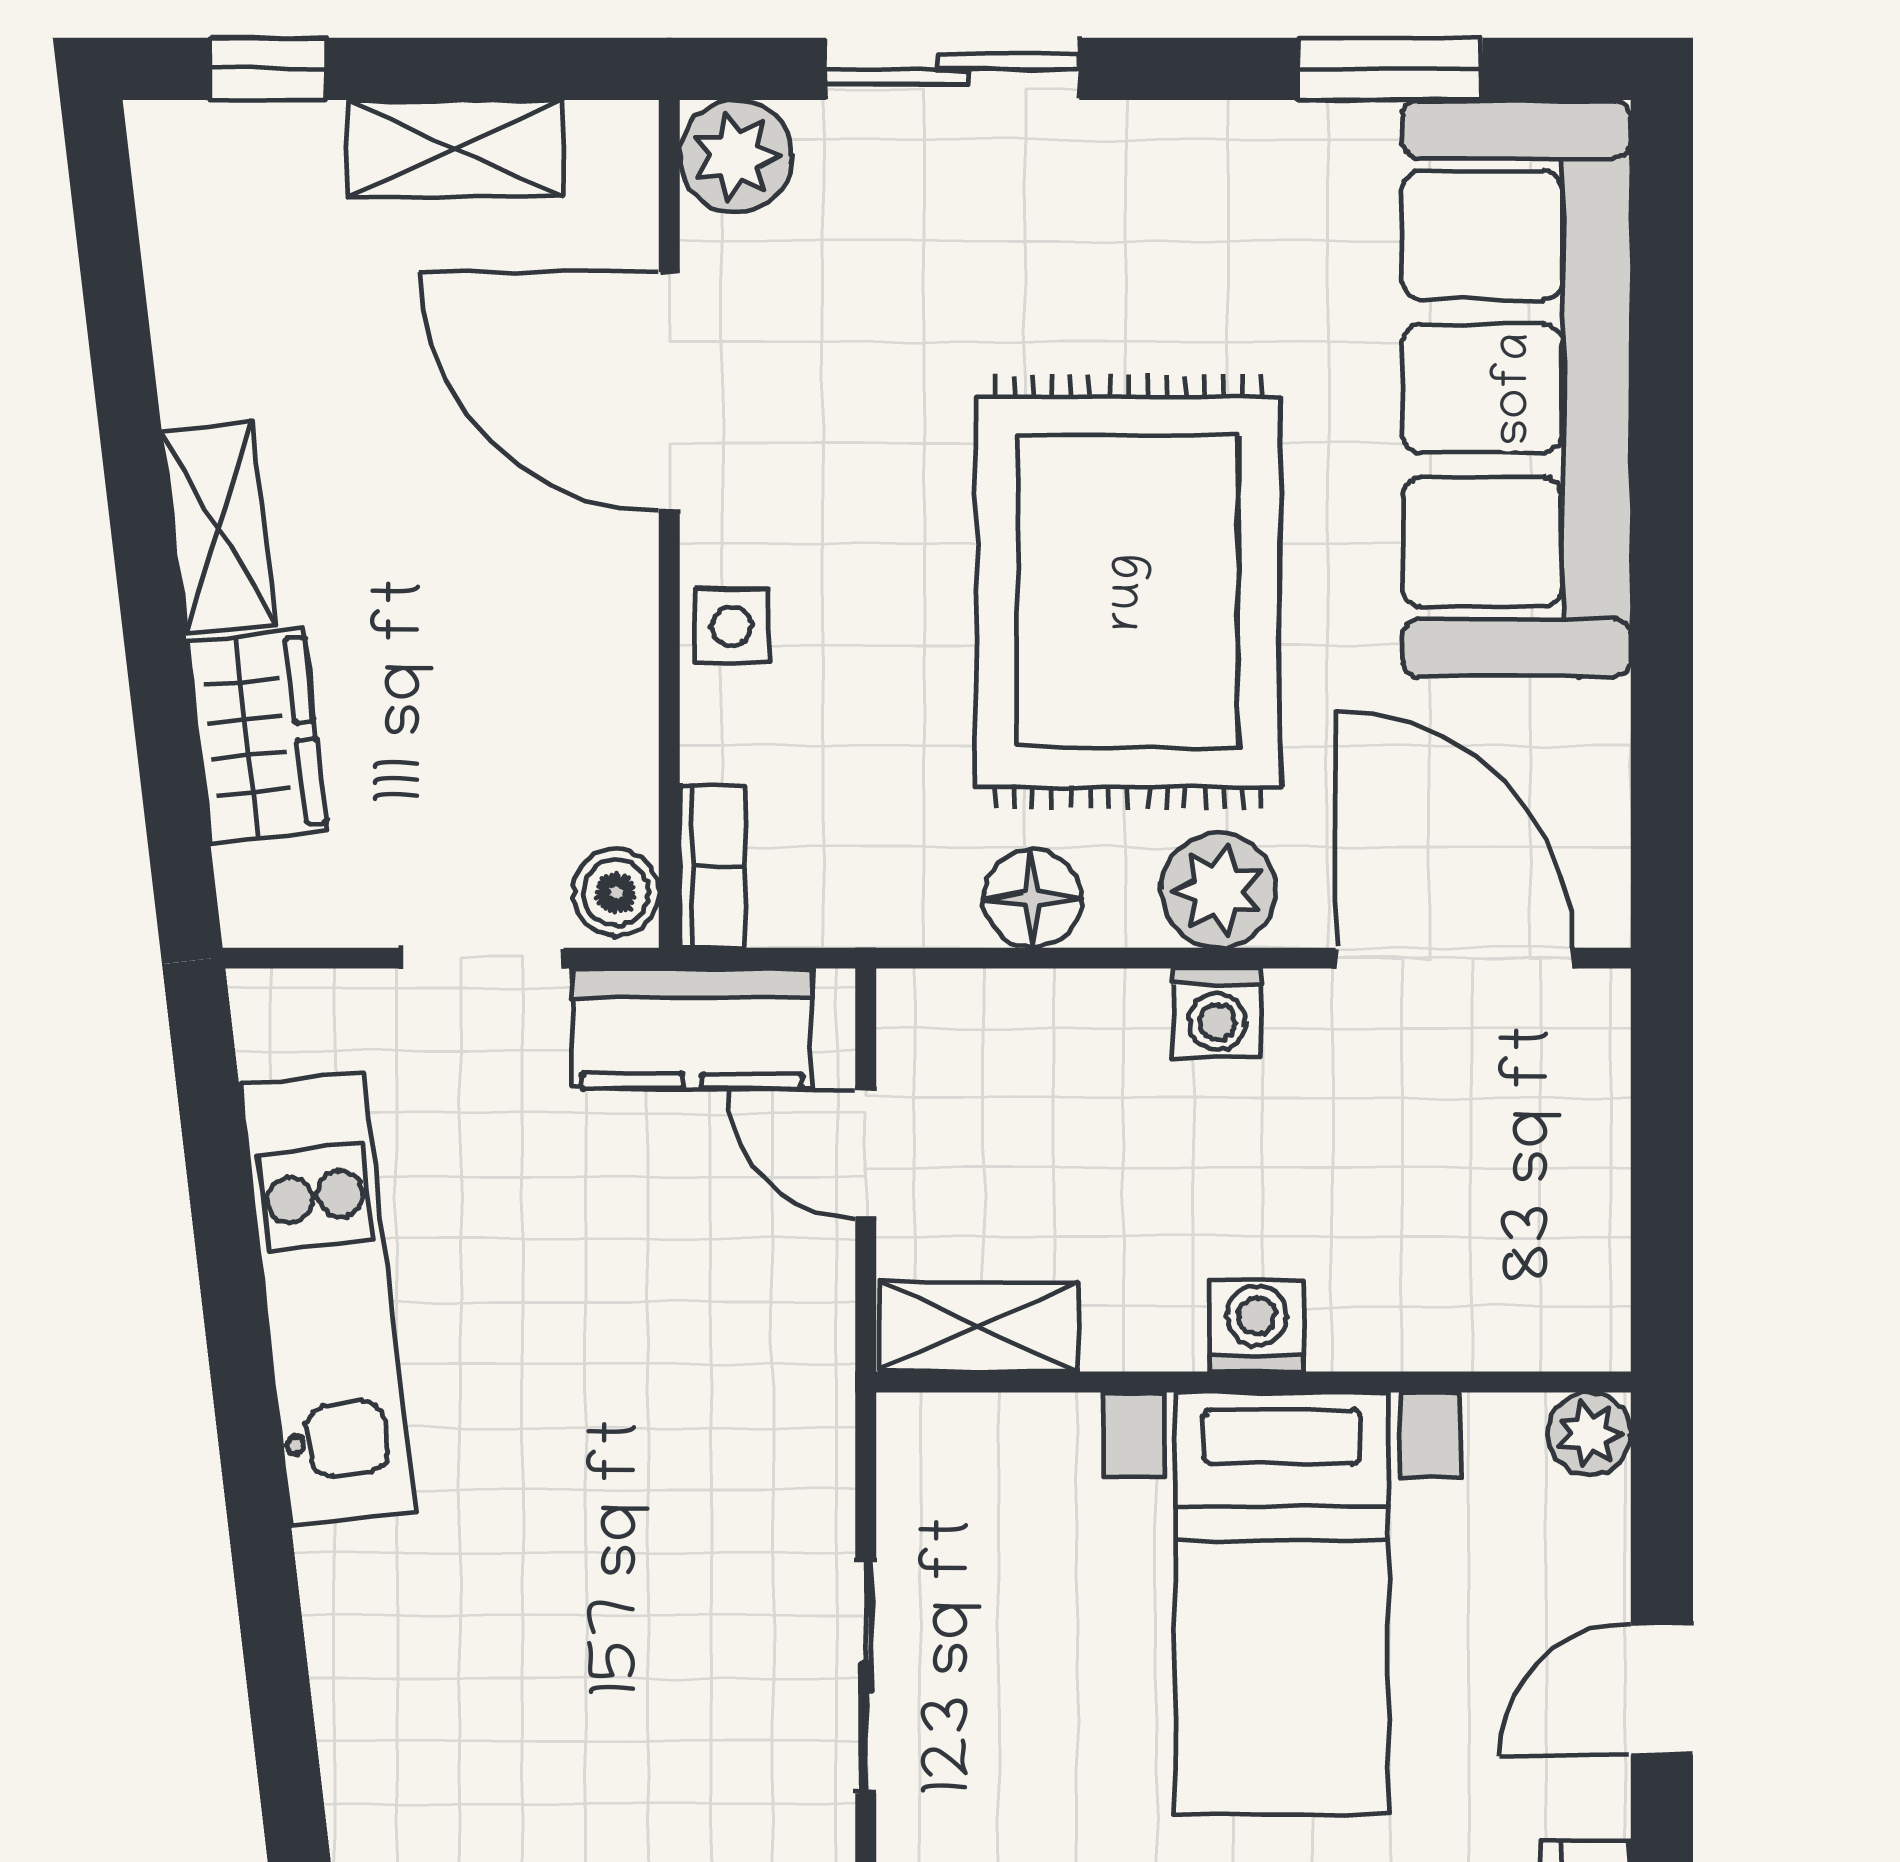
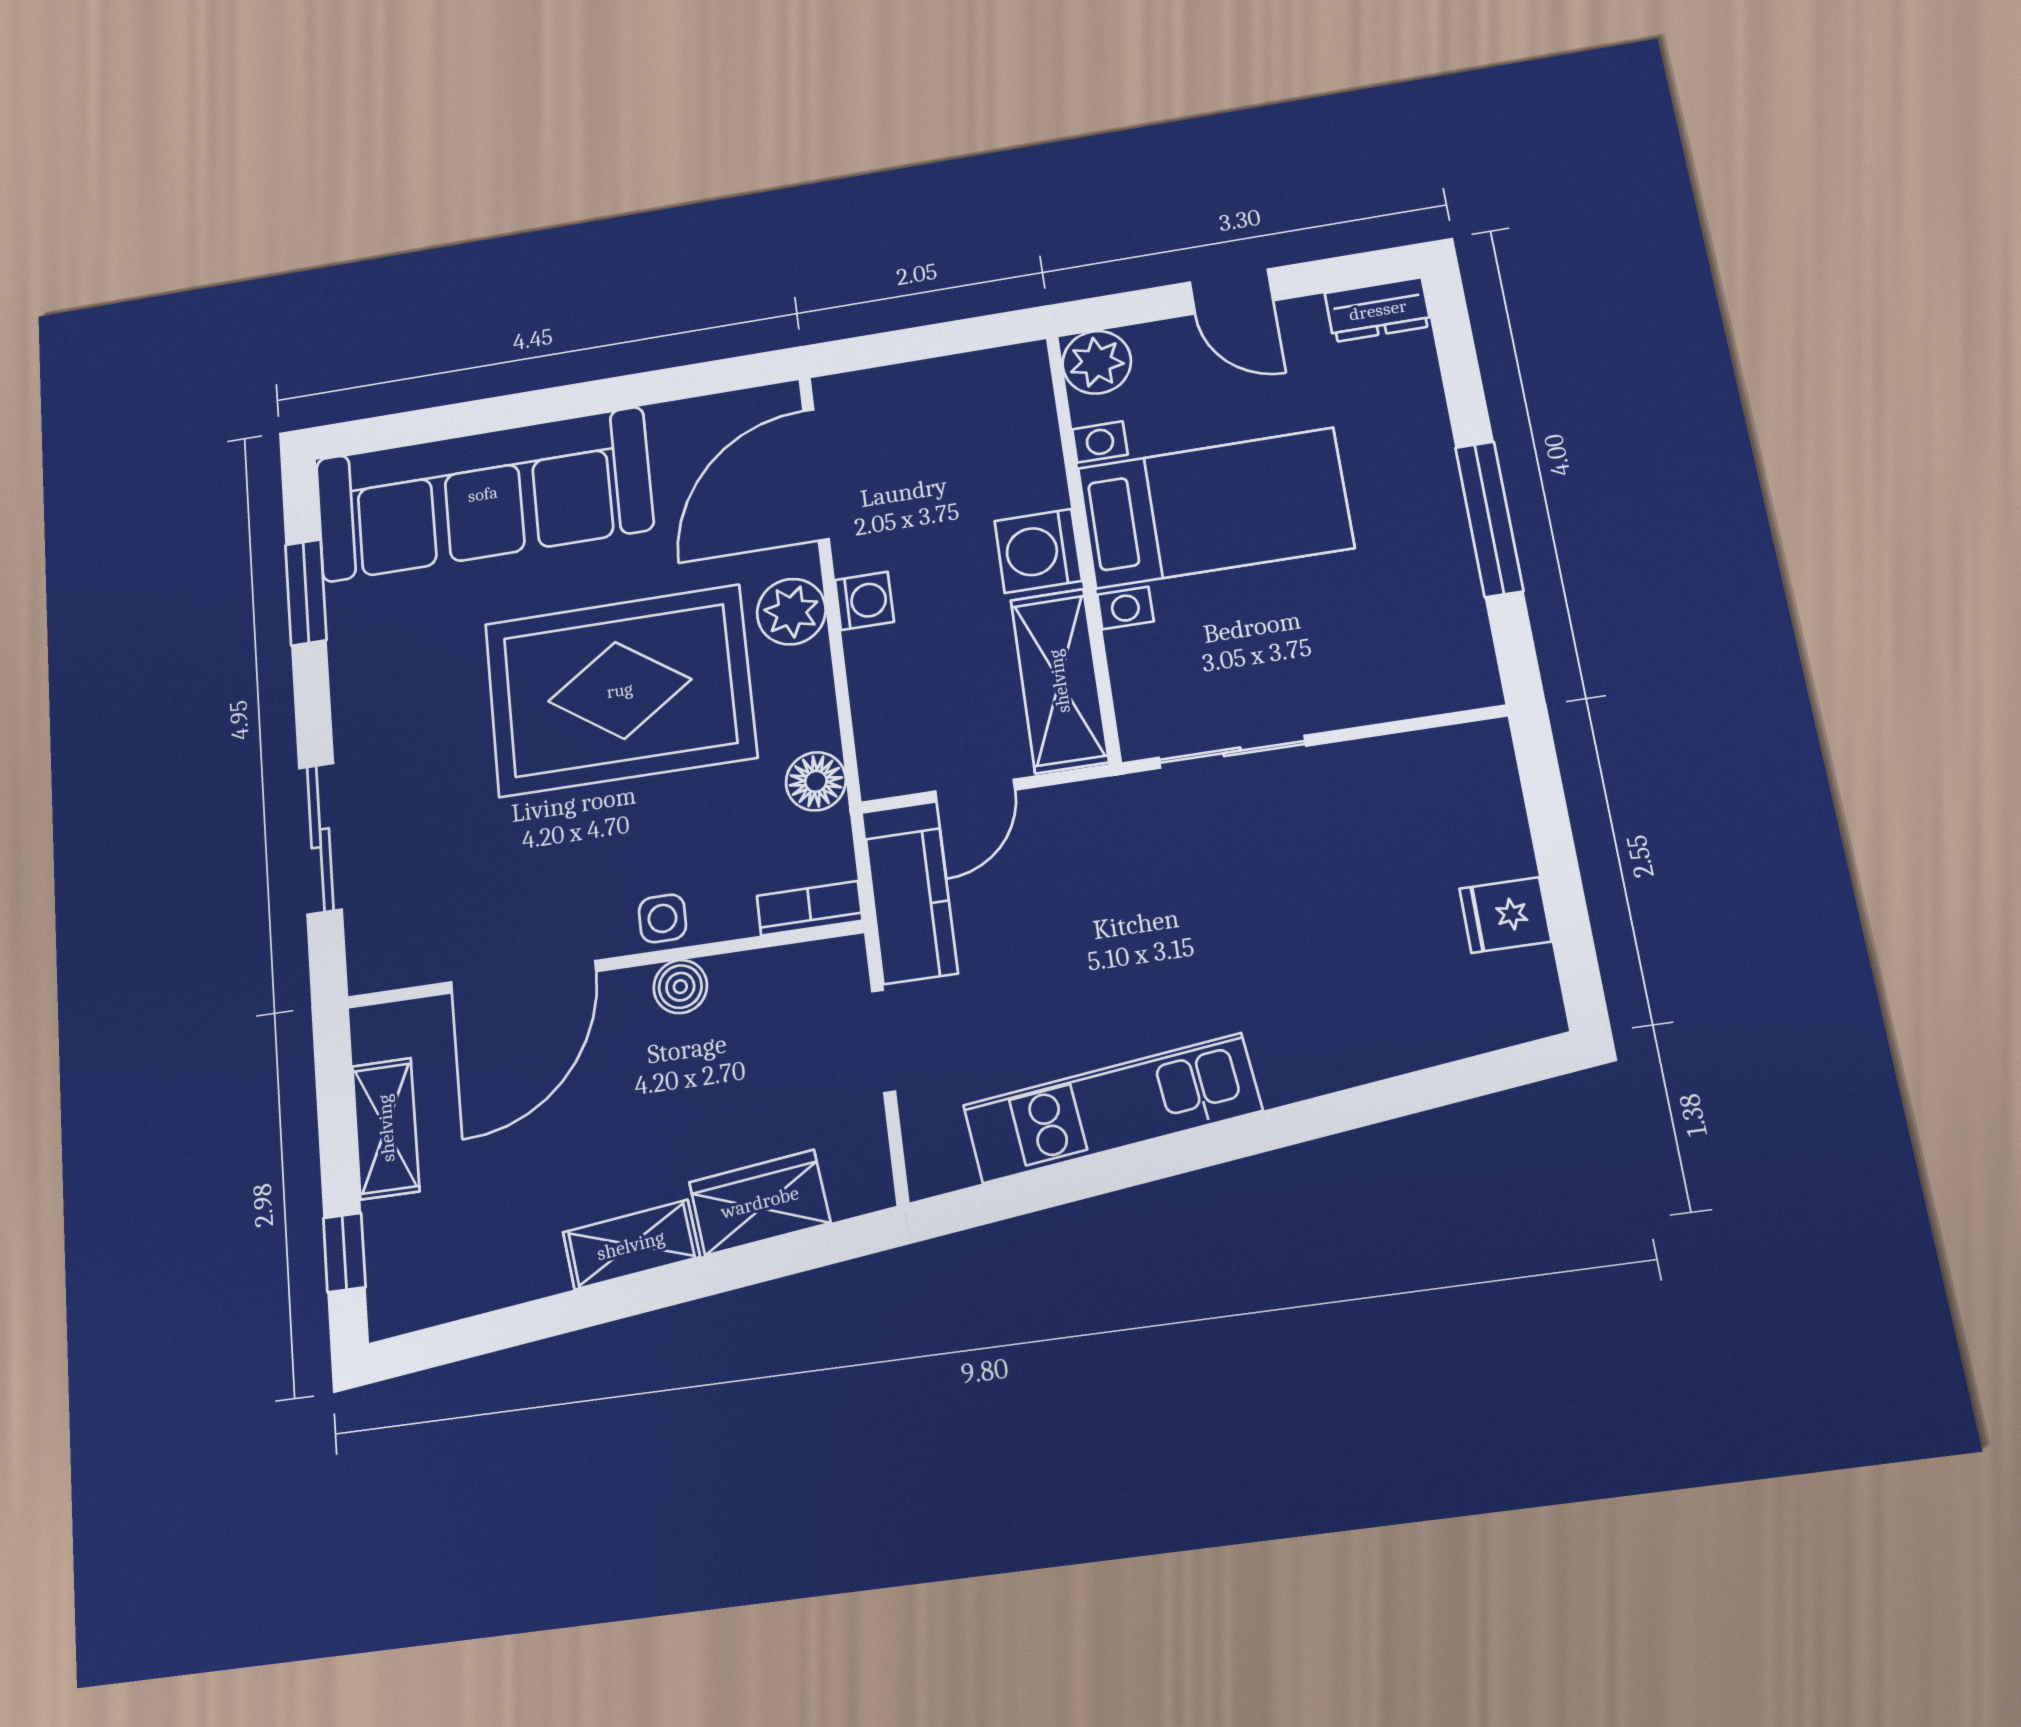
plant: (736, 156) -> (380, 958), removed
boiler: (616, 892) -> (680, 987), moved
floor lamp: (1032, 899) -> (816, 781), moved
washing machine: (1257, 1325) -> (1038, 551), width x1.38, depth x1.38
shelving: (979, 1327) -> (1059, 681), width x1.50, depth x1.33
plant: (1589, 1434) -> (1097, 362), width x1.38, depth x1.38
sliding door: (866, 1677) -> (1232, 752), moved

